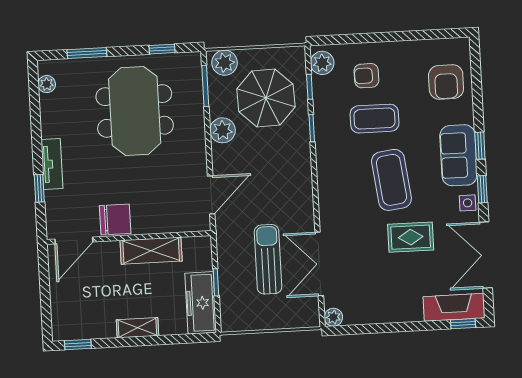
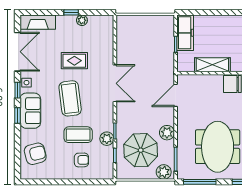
window: (162, 49) -> (200, 182), width x2.17
plant: (322, 63) -> (107, 139), moved
armchair: (446, 82) -> (35, 154), turned 76
rug: (411, 237) -> (74, 61), moved
sun lounger: (268, 259) -> (145, 56), removed
double door: (319, 264) -> (115, 83), moved
plant: (333, 317) -> (82, 20), moved
window: (463, 324) -> (71, 12), moved
shelving: (137, 328) -> (223, 20), removed

